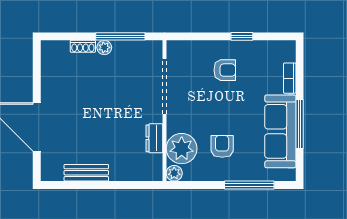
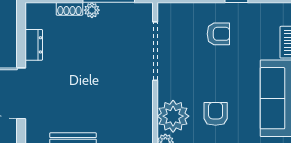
dresser: (154, 138) -> (34, 45), moved, turned 180

